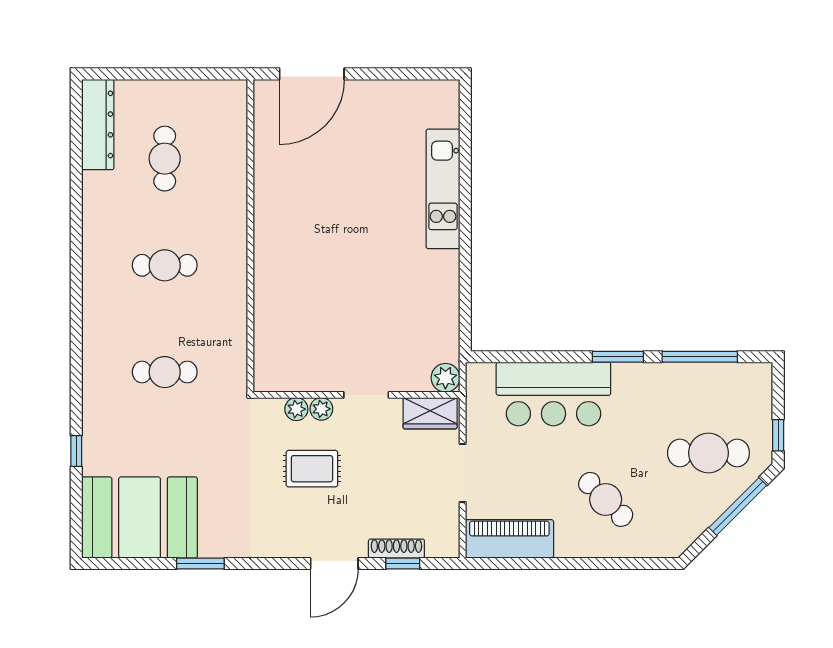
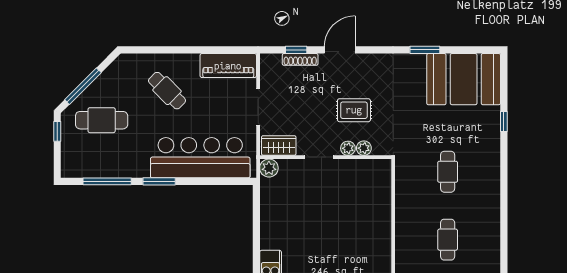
cafe table: (165, 265) -> (448, 240), turned 90
cafe table: (165, 372) -> (448, 172), turned 90
bar counter: (553, 394) -> (200, 158), width x1.36

